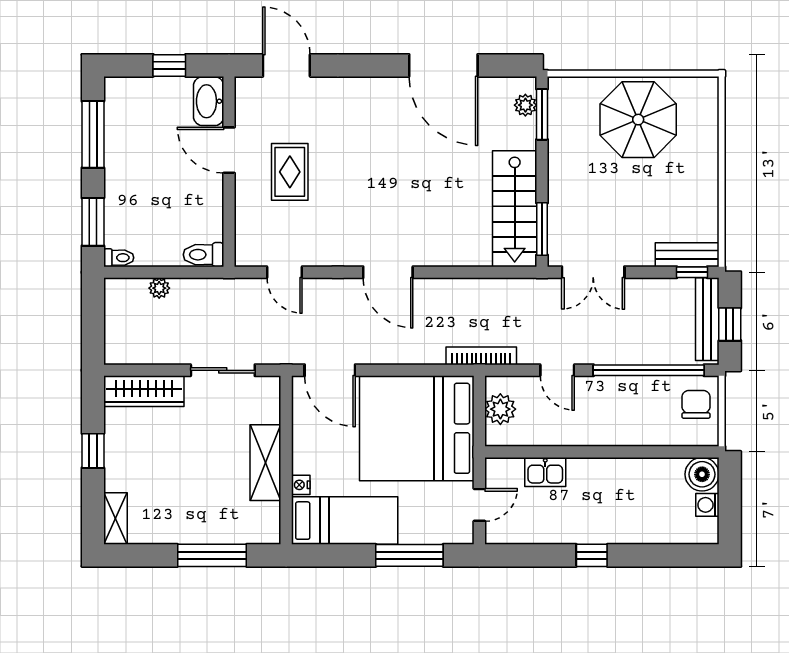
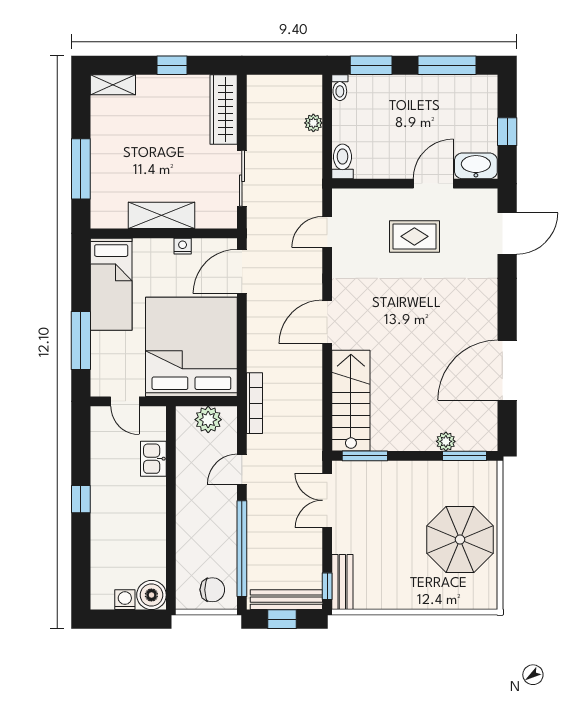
plant: (525, 105) -> (446, 441), moved
stairs: (515, 209) -> (351, 401), moved, turned 90
nightstand: (301, 485) -> (183, 246), moved

